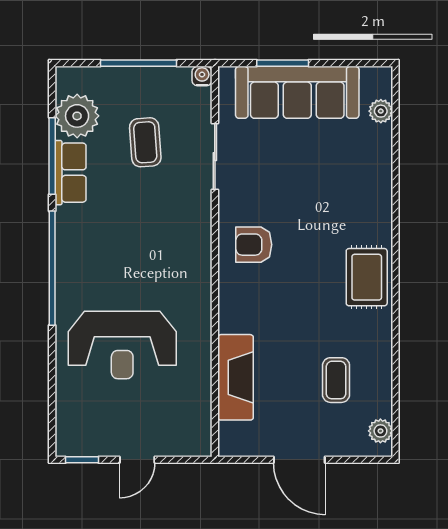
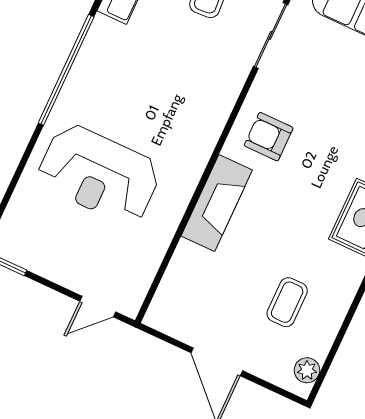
fireplace: (236, 377) -> (217, 203), moved
door: (137, 460) -> (98, 307), moved

